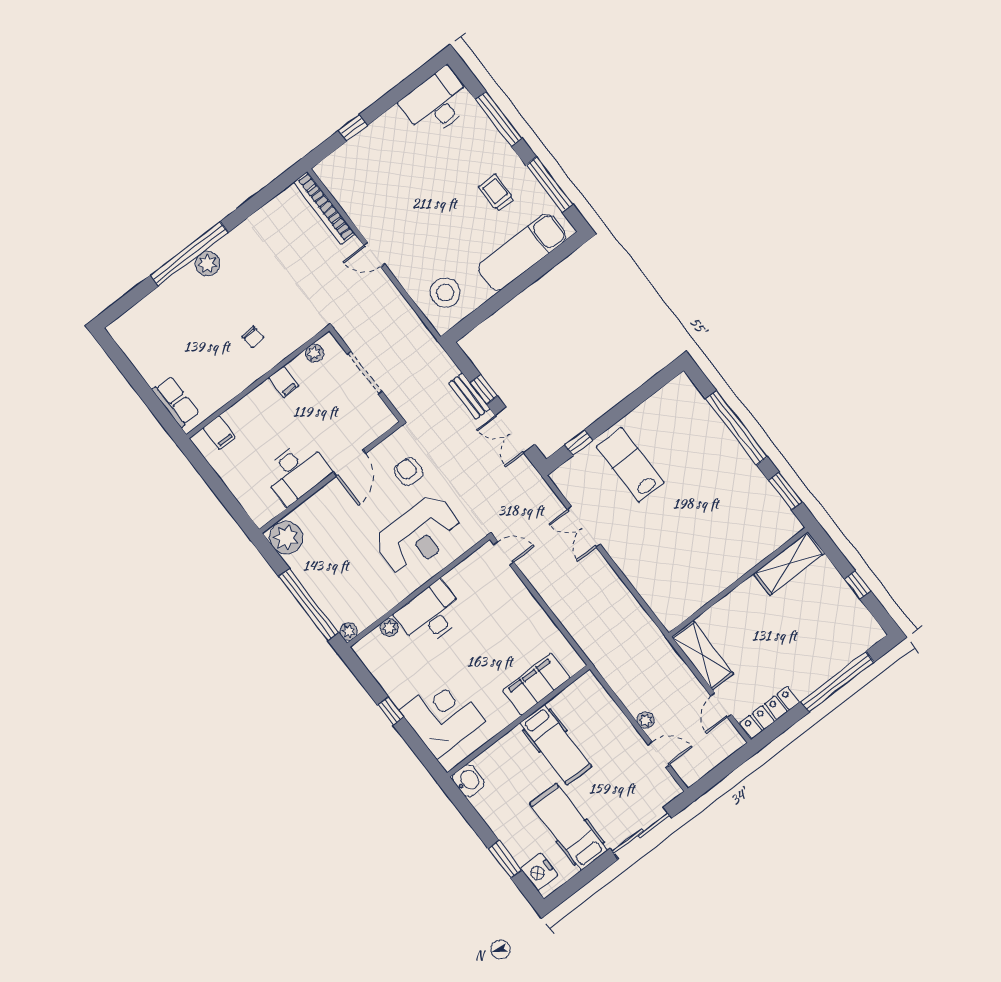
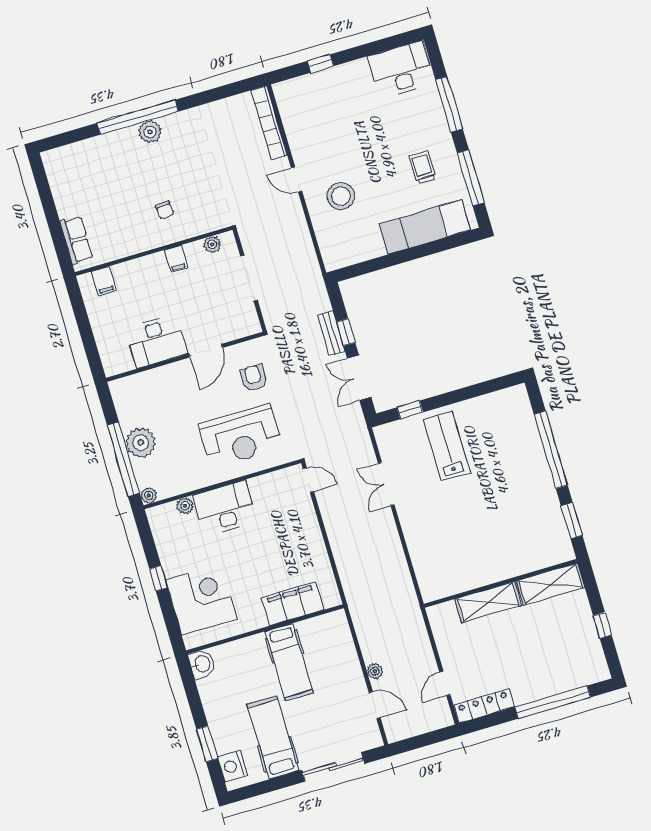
stool: (445, 293) -> (341, 196), moved
plant: (286, 538) -> (141, 443), moved
shelving: (703, 655) -> (488, 602), moved, turned 90

